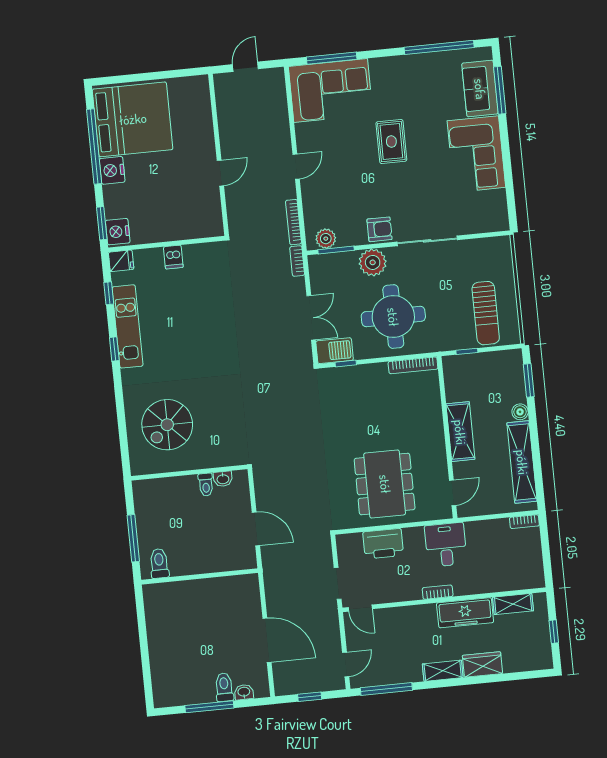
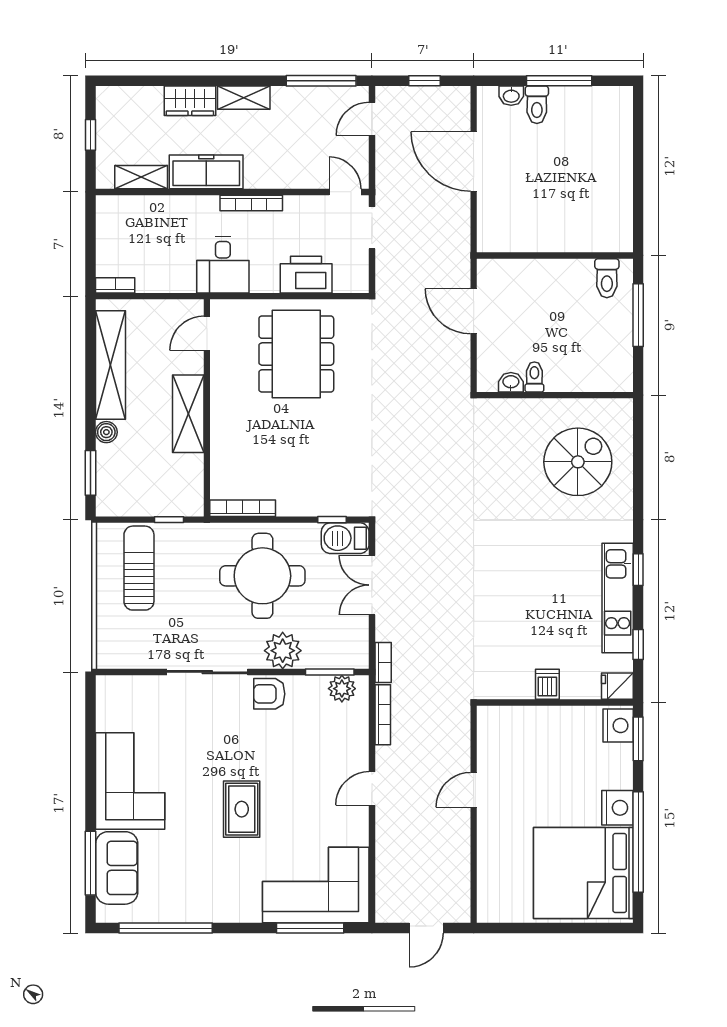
bookcase: (438, 592) -> (251, 203), width x1.56

